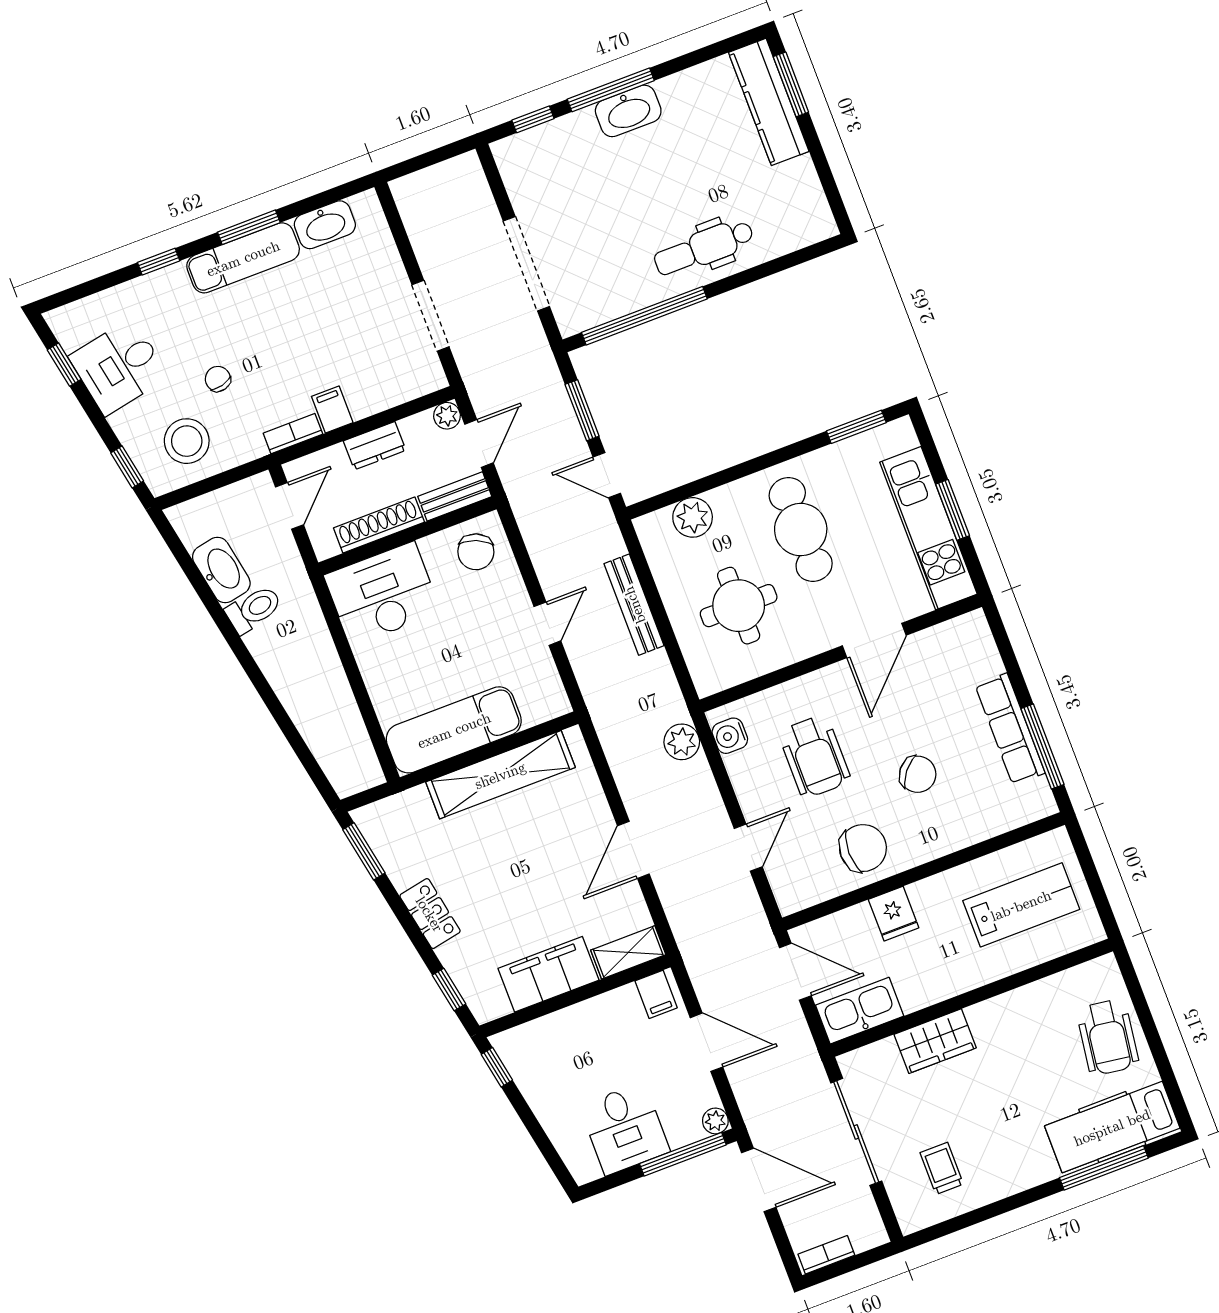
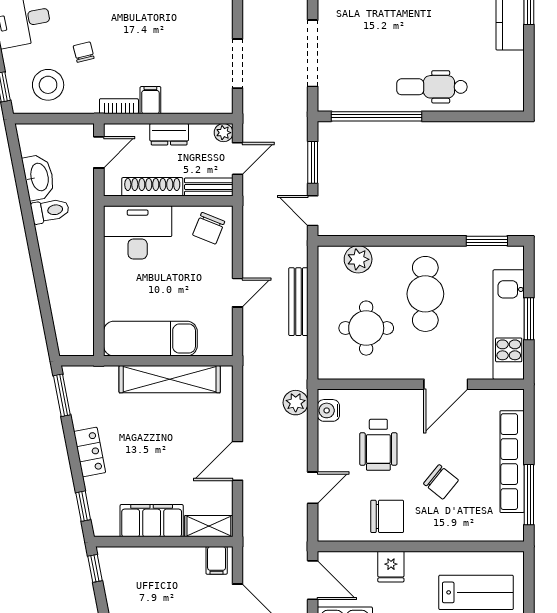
row of seats: (1010, 729) -> (512, 462), width x1.36

